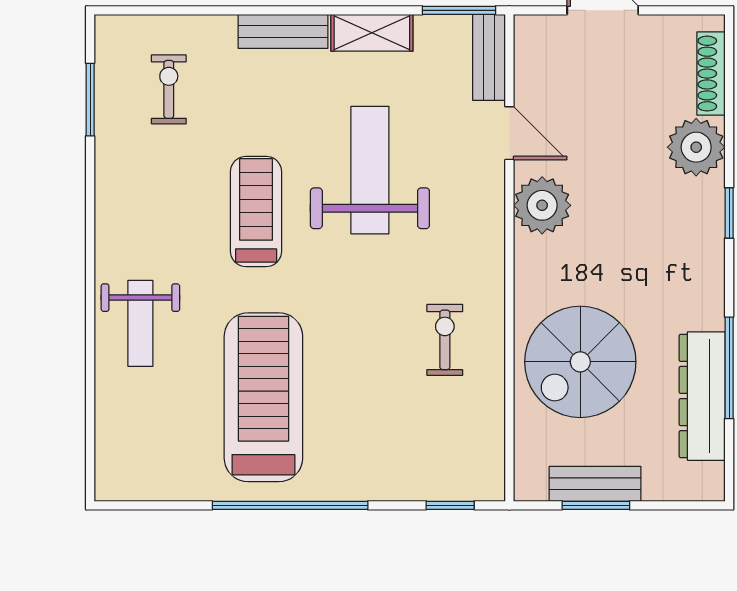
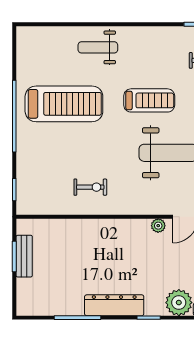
plant: (542, 205) -> (158, 226), width x0.53, depth x0.53
spiral stairs: (580, 362) -> (80, 249), removed
dresser: (702, 396) -> (114, 305), moved

